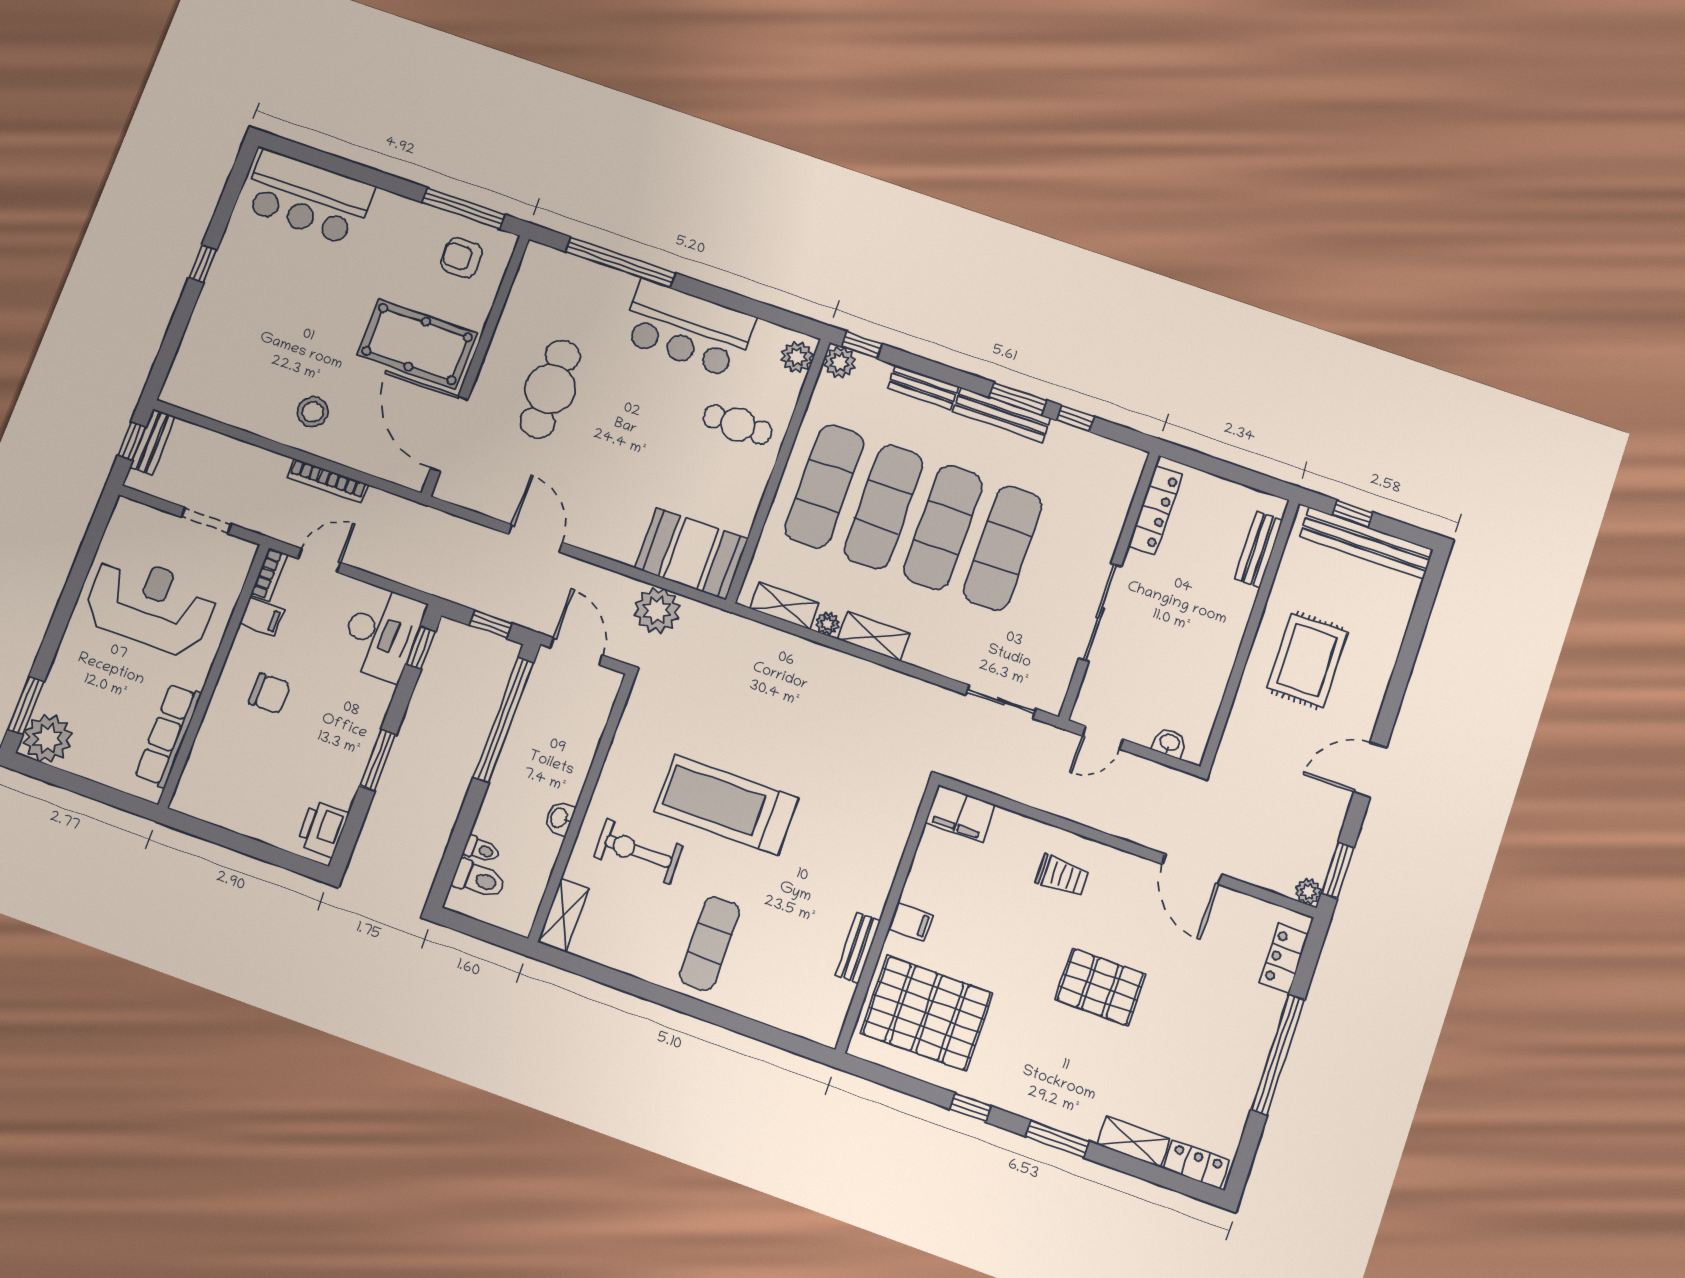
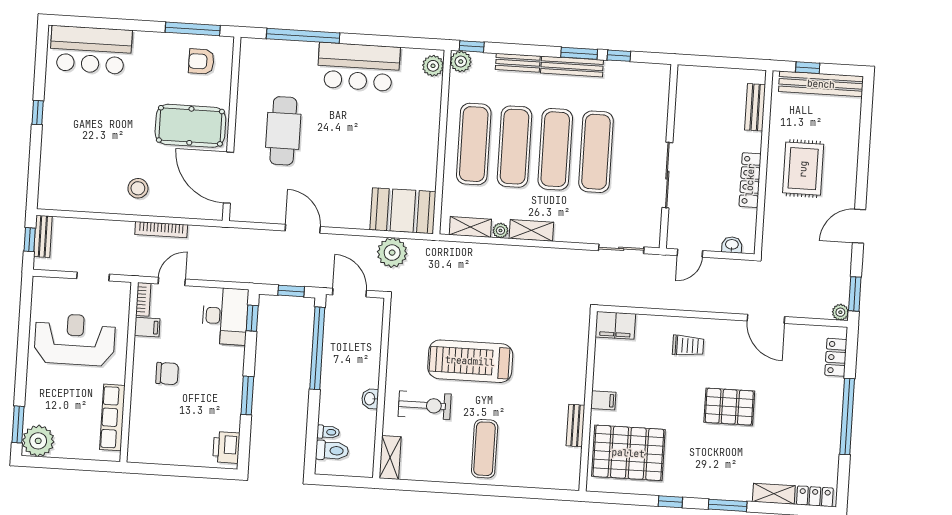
cafe table: (738, 424) -> (408, 120), removed
locker: (1155, 510) -> (750, 180), moved, turned 180
exercise bike: (638, 851) -> (425, 405), turned 180

